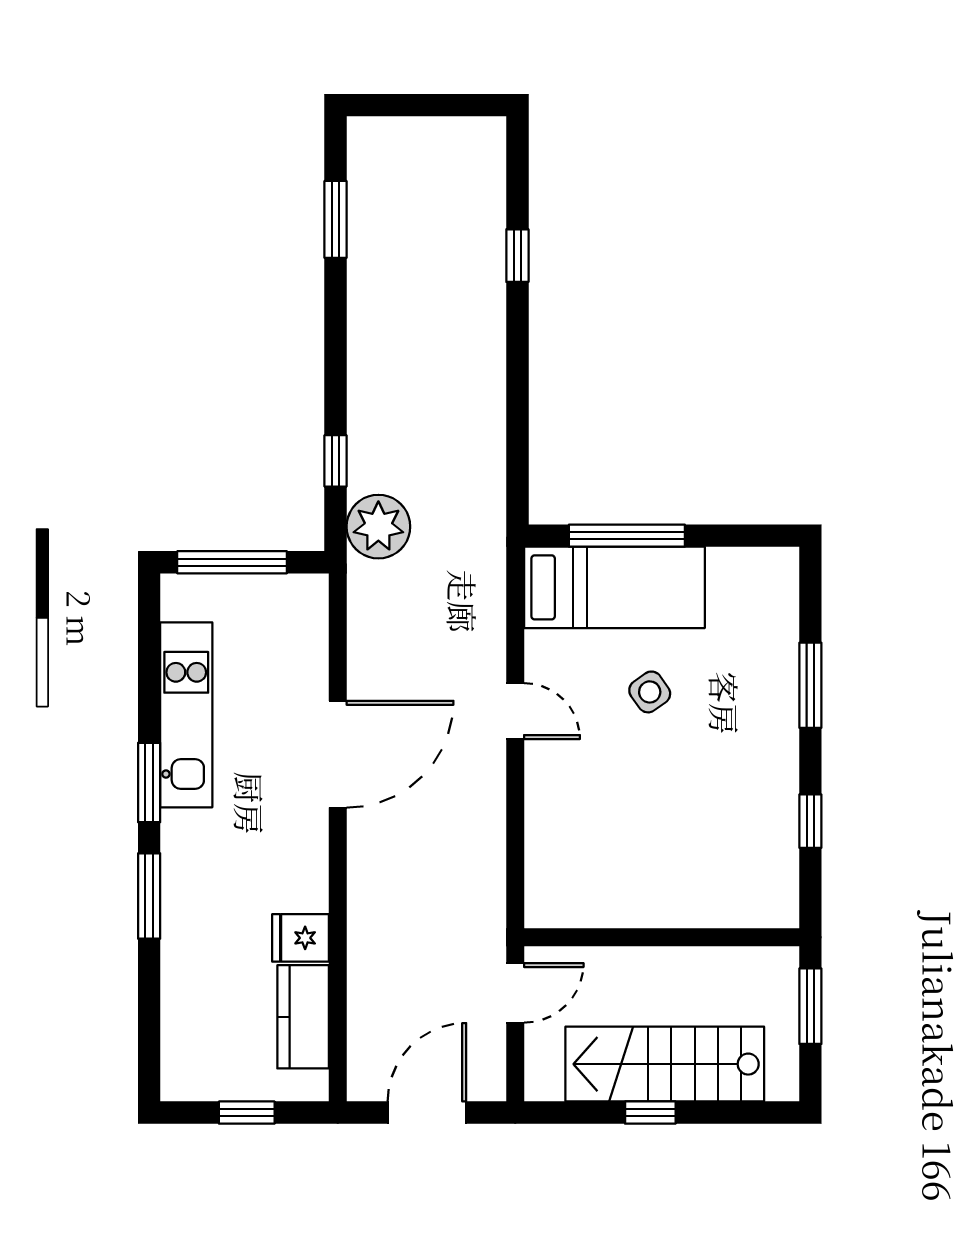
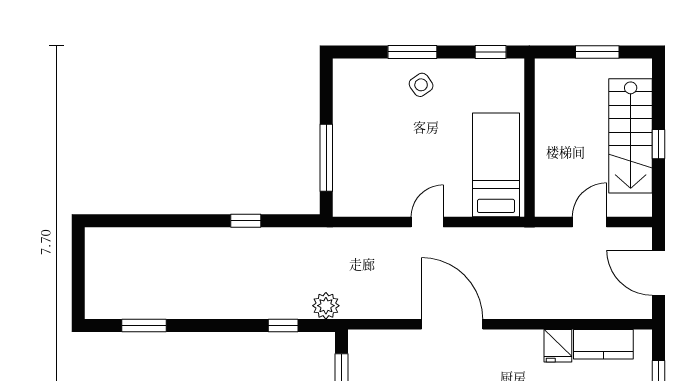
window: (517, 256) -> (246, 221), moved
plant: (378, 527) -> (326, 306), width x0.73, depth x0.73
bed: (614, 587) -> (496, 165), moved
side table: (650, 692) -> (421, 85), moved
wall: (662, 937) -> (529, 138), moved
door: (515, 993) -> (590, 222), hinge flipped

